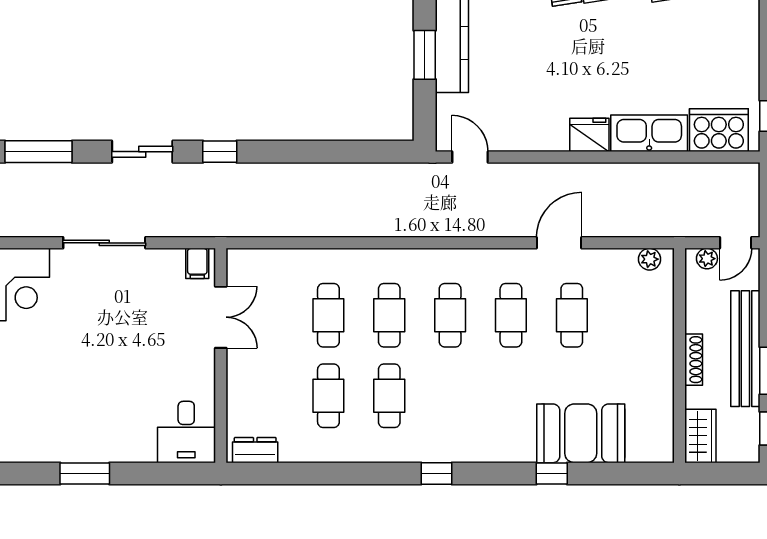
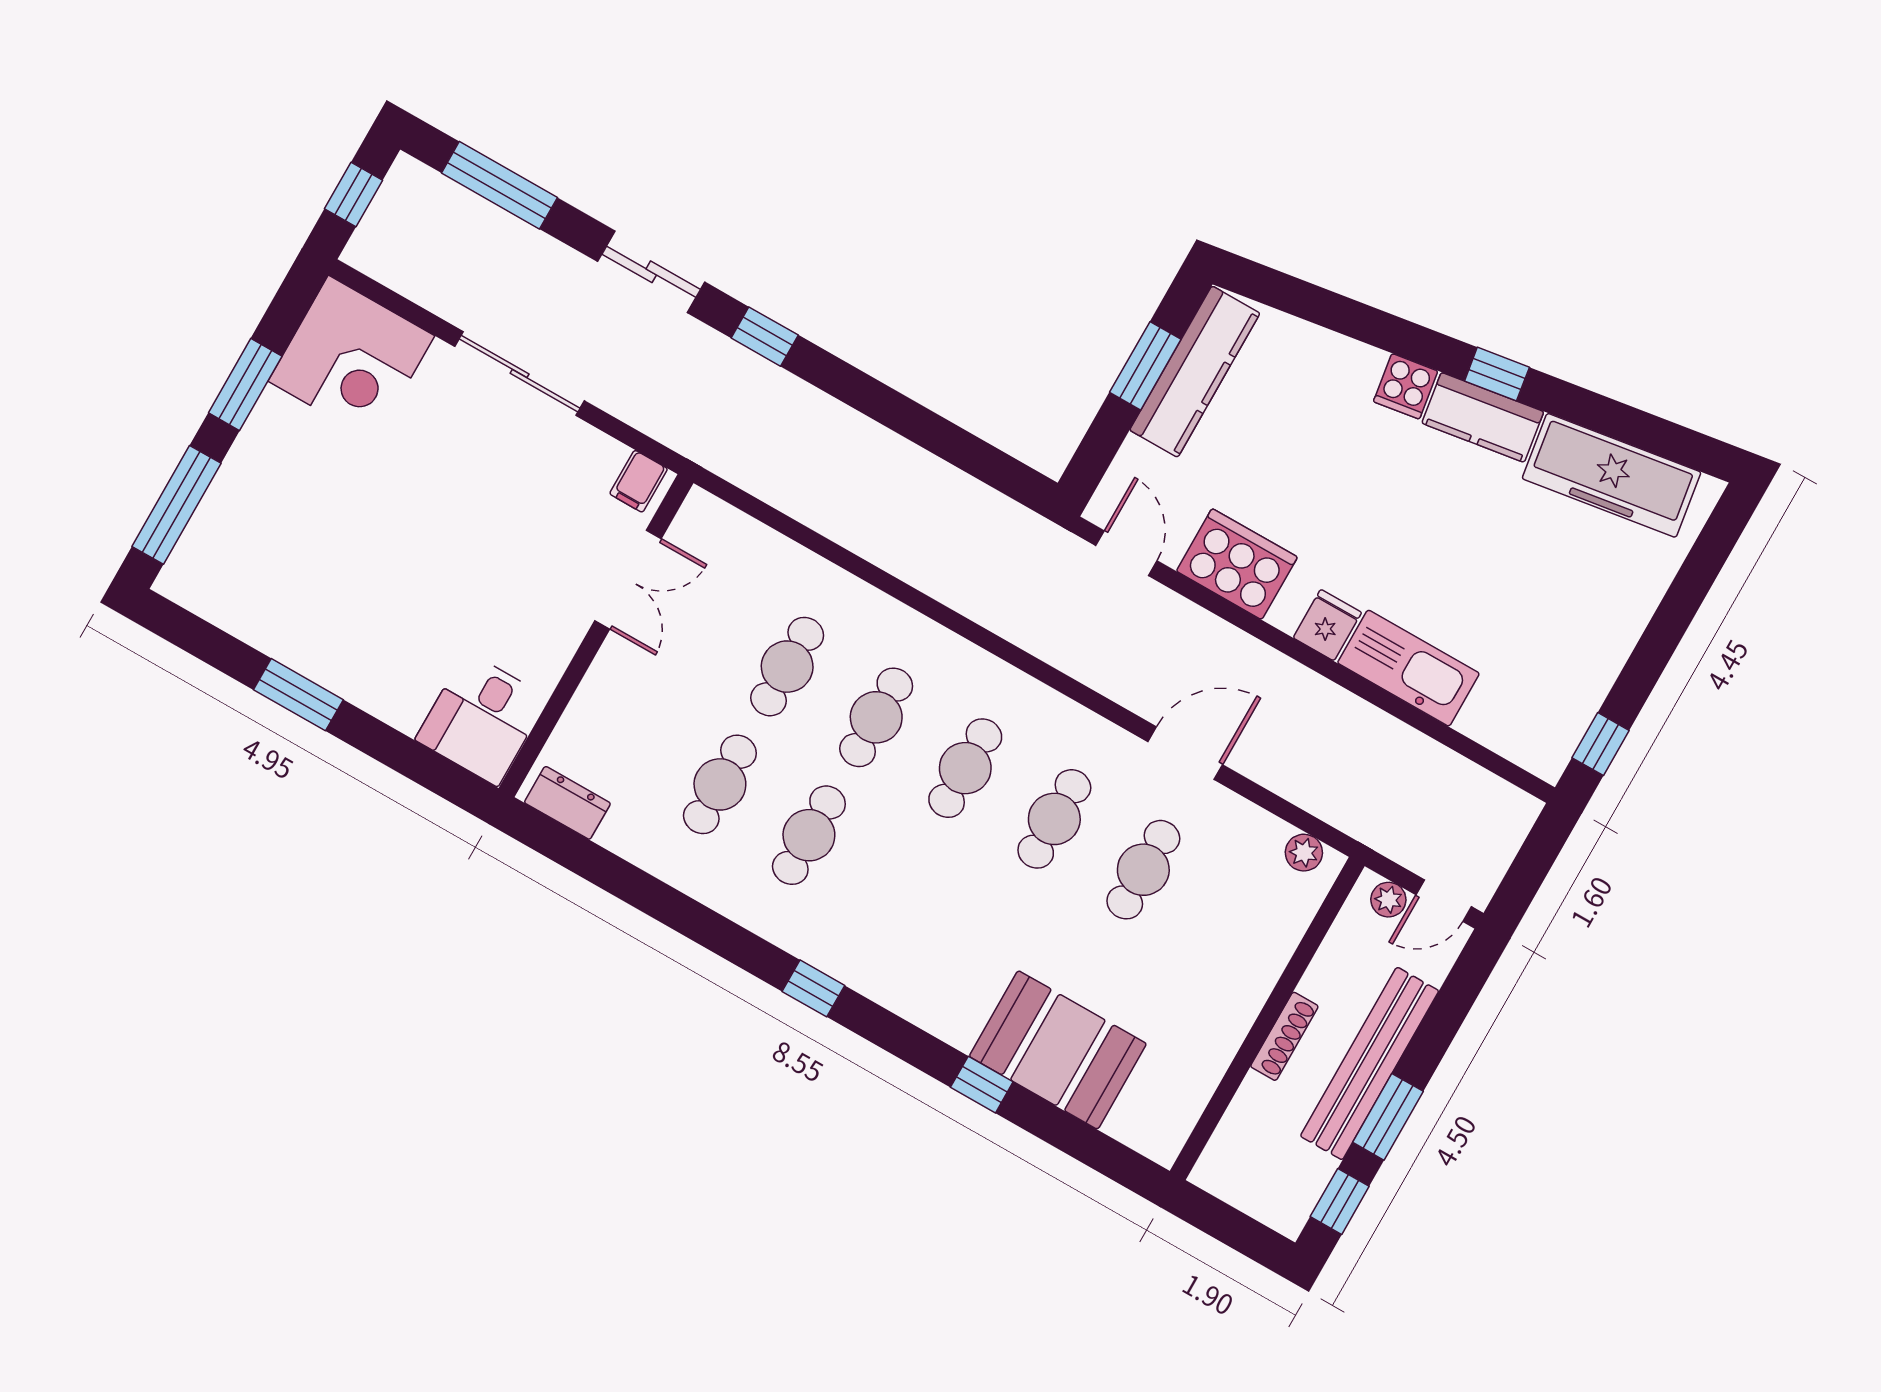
cooker: (719, 130) -> (1237, 564), moved
fridge: (589, 135) -> (1327, 625), width x0.72
wardrobe: (700, 436) -> (1231, 1154), removed

